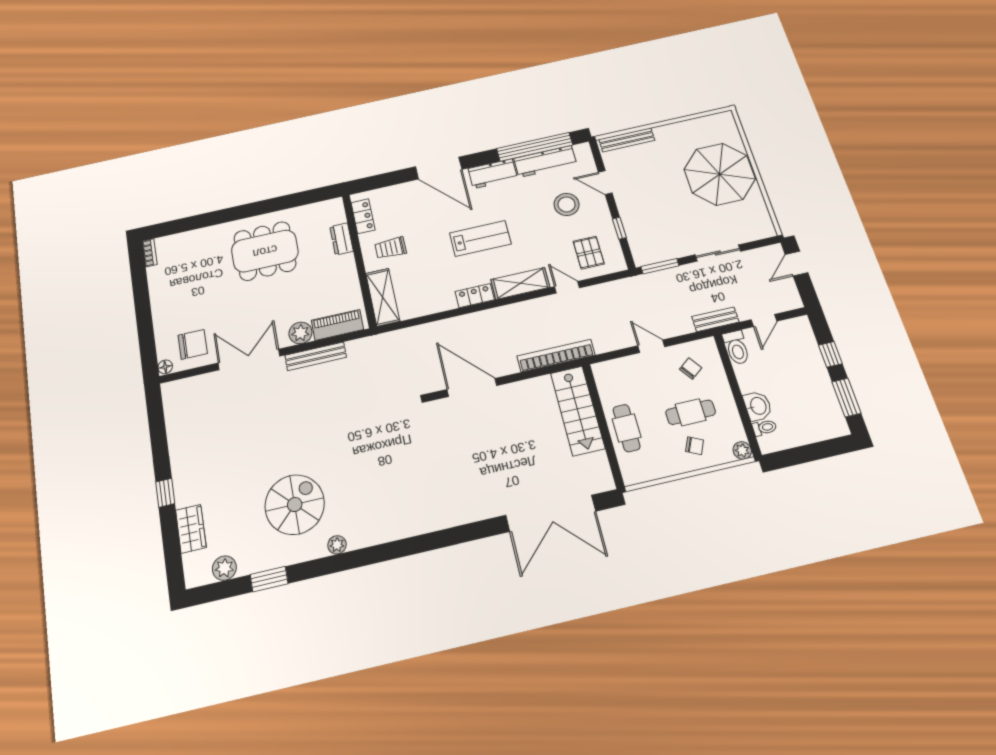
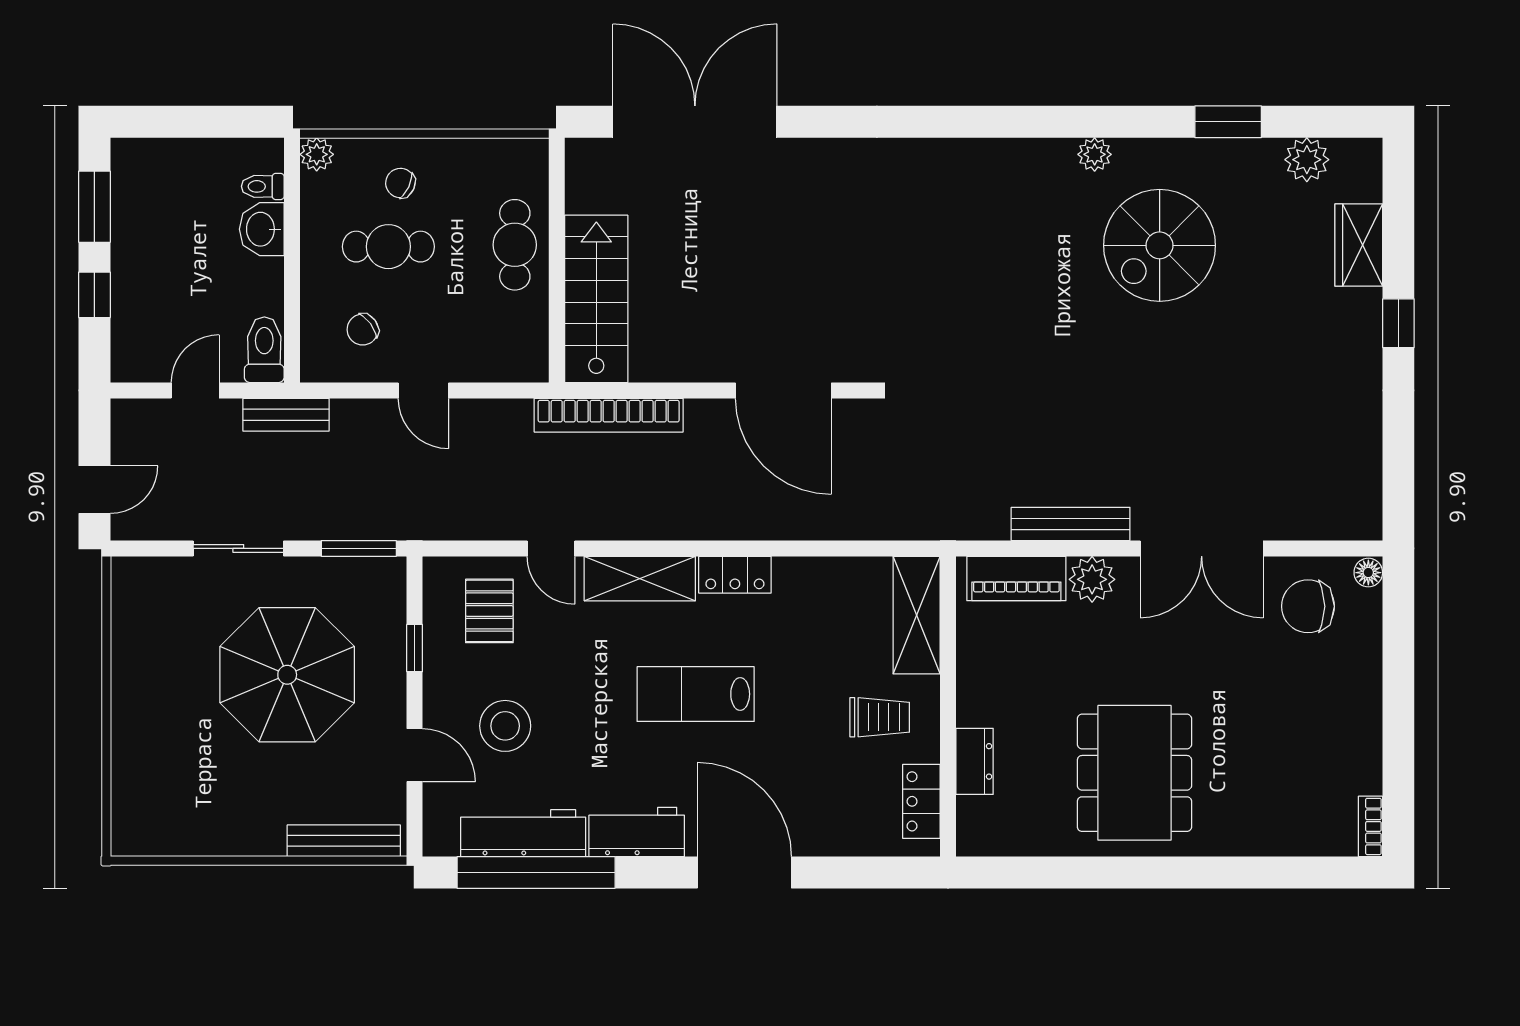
parasol: (720, 174) -> (287, 675), moved
dining table: (265, 251) -> (1134, 773), turned 90

